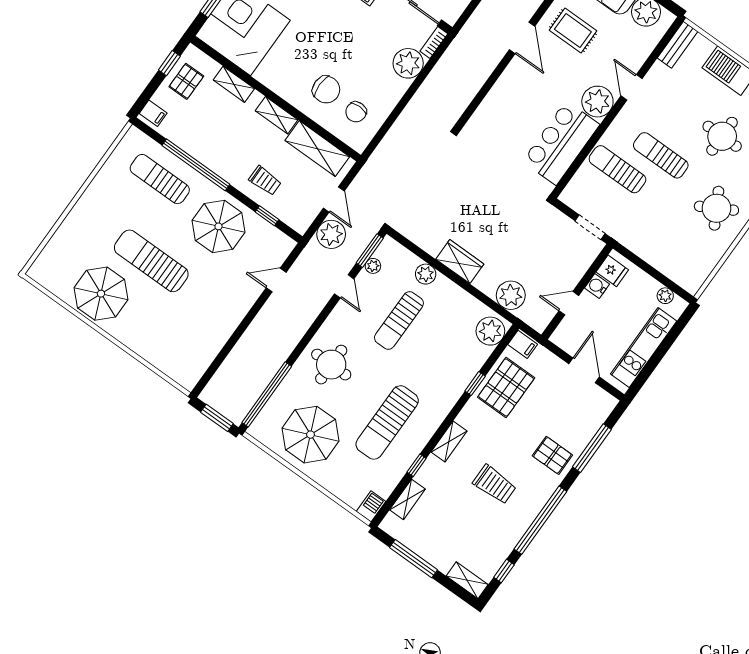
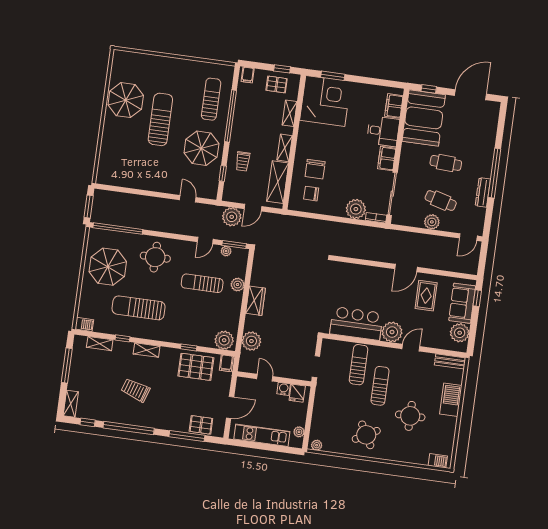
plant: (695, 282) -> (317, 445), added
pallet: (552, 455) -> (201, 425), moved, turned 90
trolley: (495, 484) -> (135, 390), turned 108

